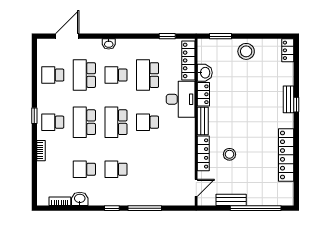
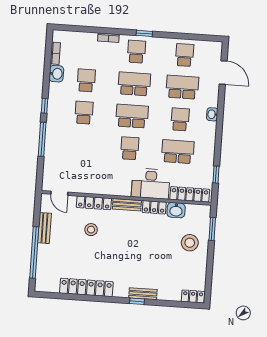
stool: (246, 51) -> (190, 243), moved

